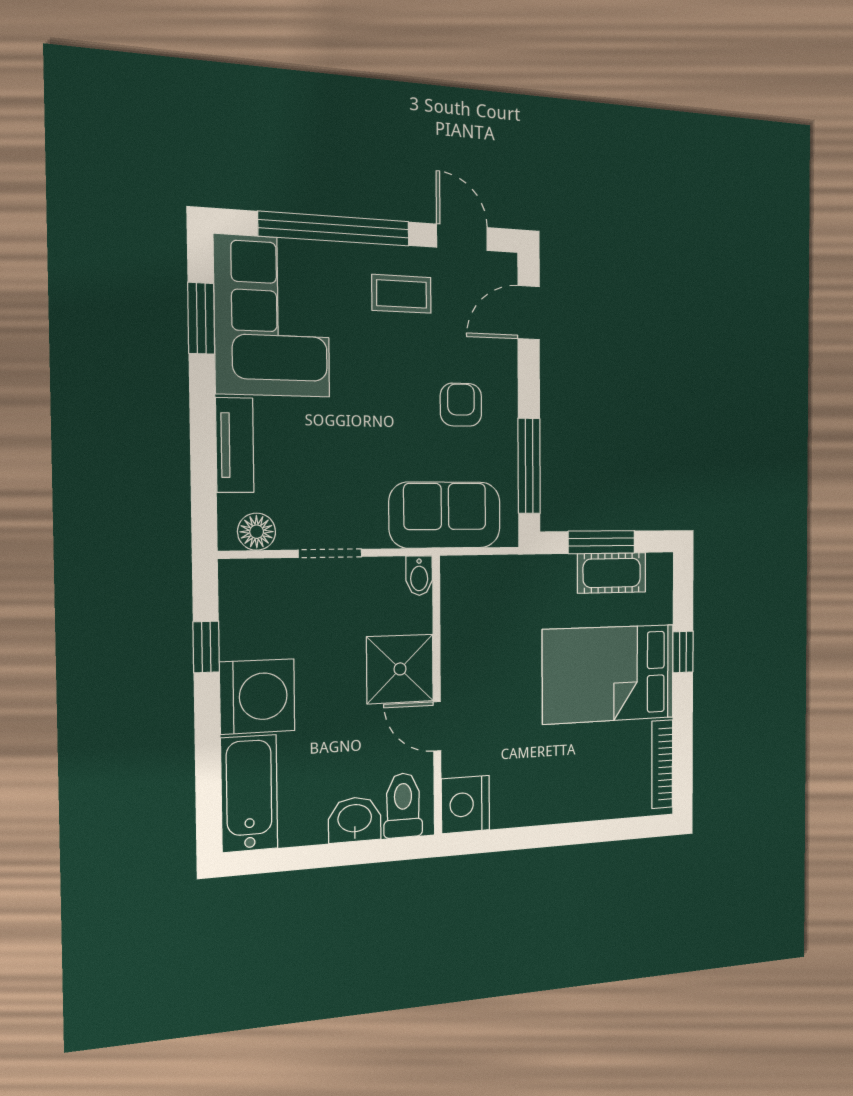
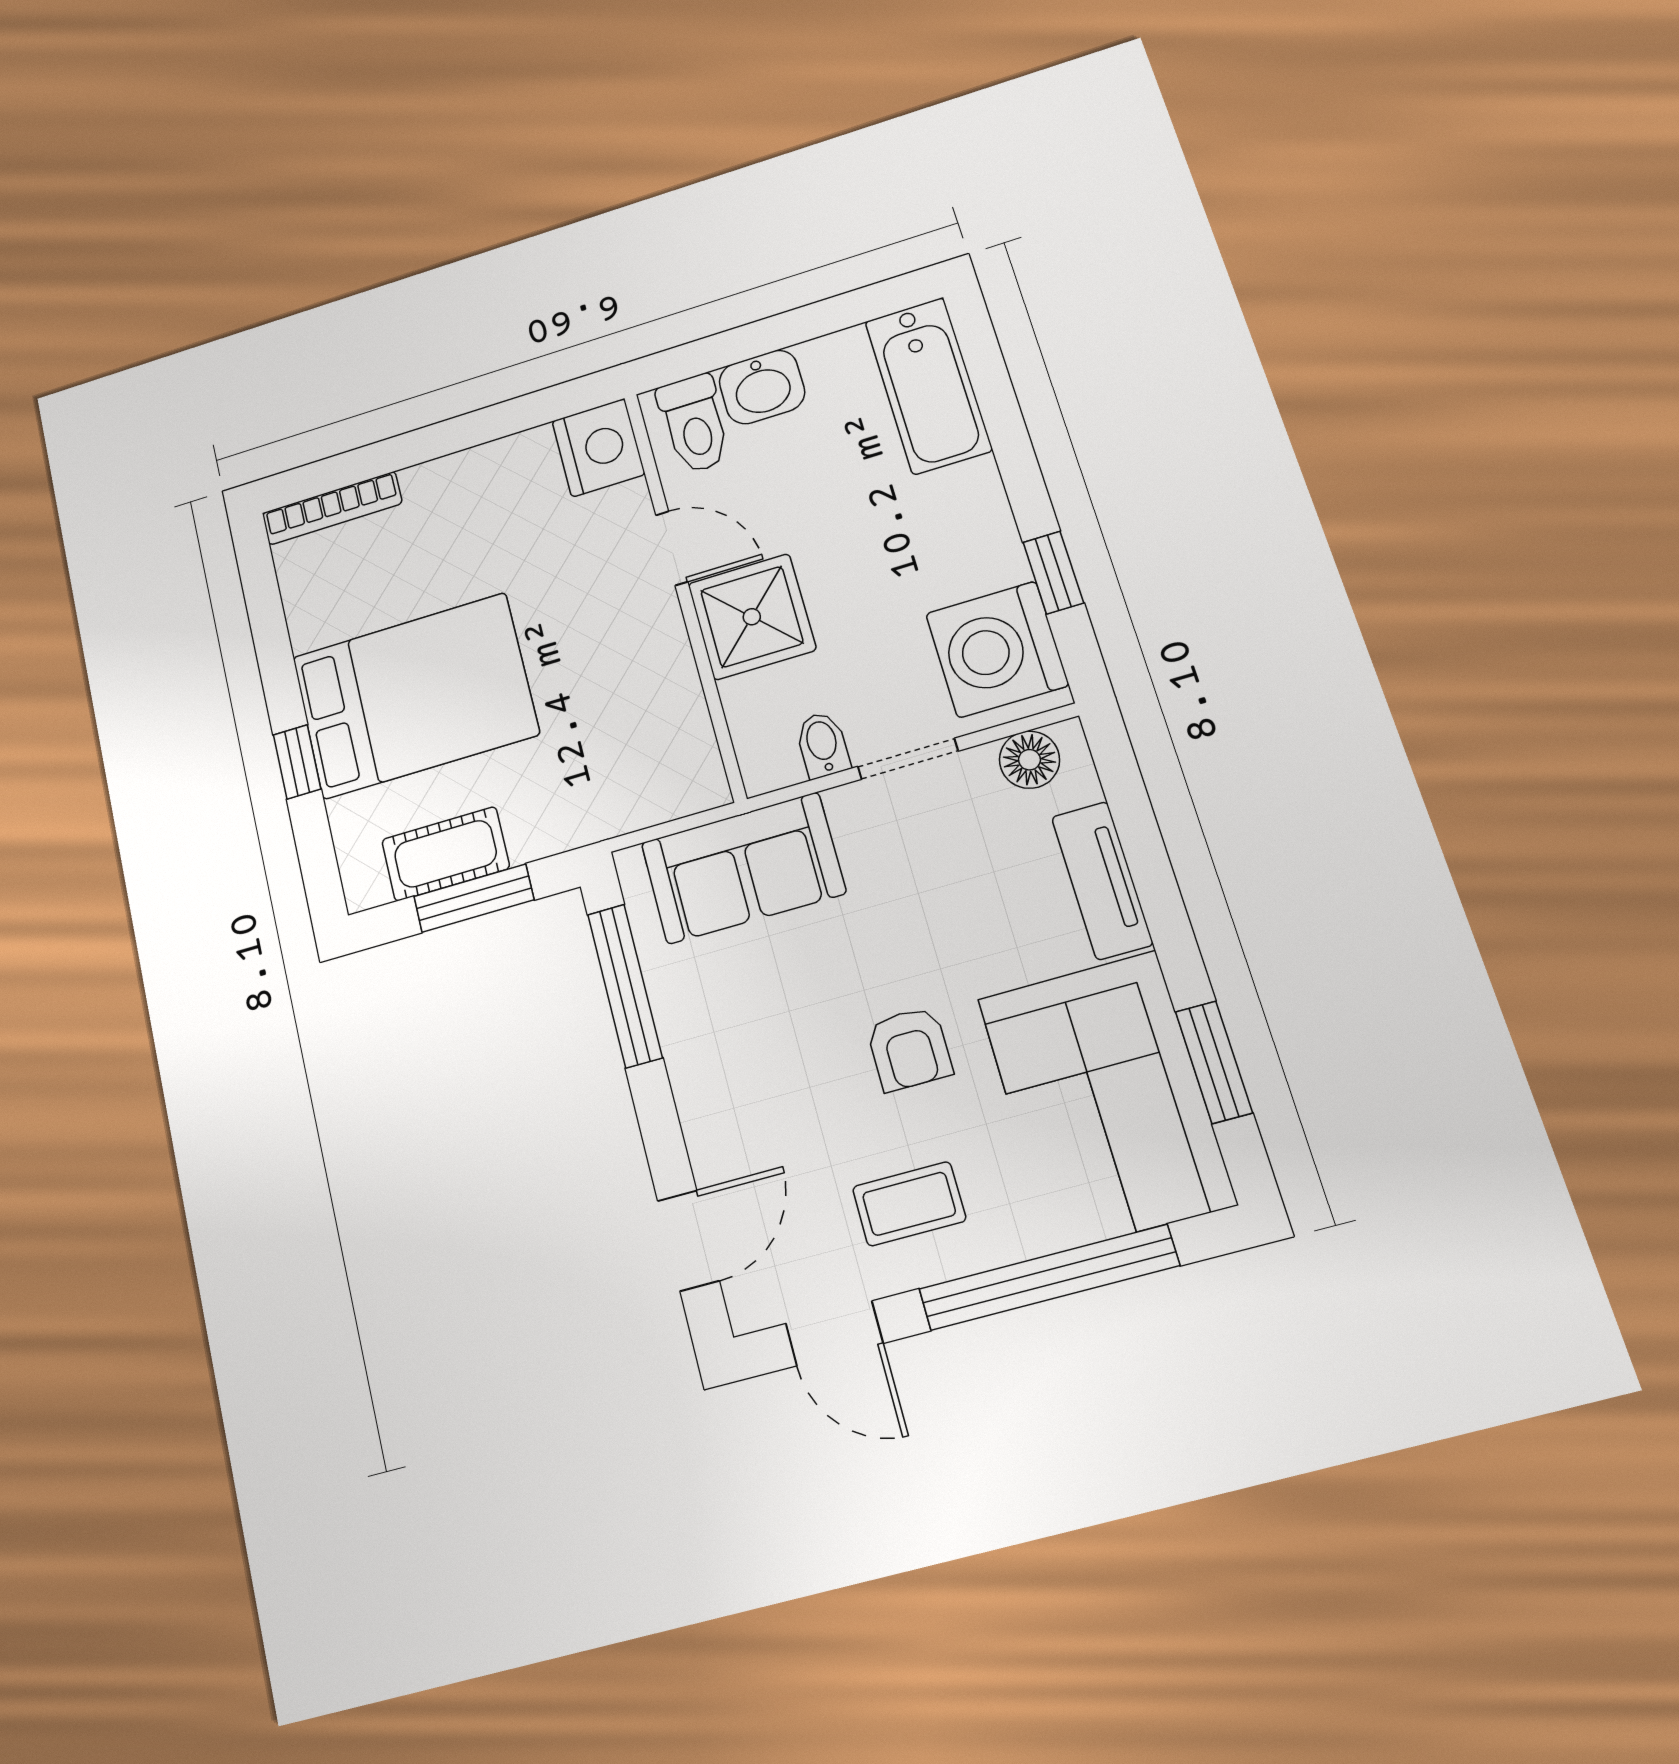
armchair: (461, 405) -> (909, 1049), moved
bidet: (419, 576) -> (823, 745), moved
washing machine: (257, 696) -> (997, 649), moved
bookcase: (662, 764) -> (332, 508), moved, turned 90

